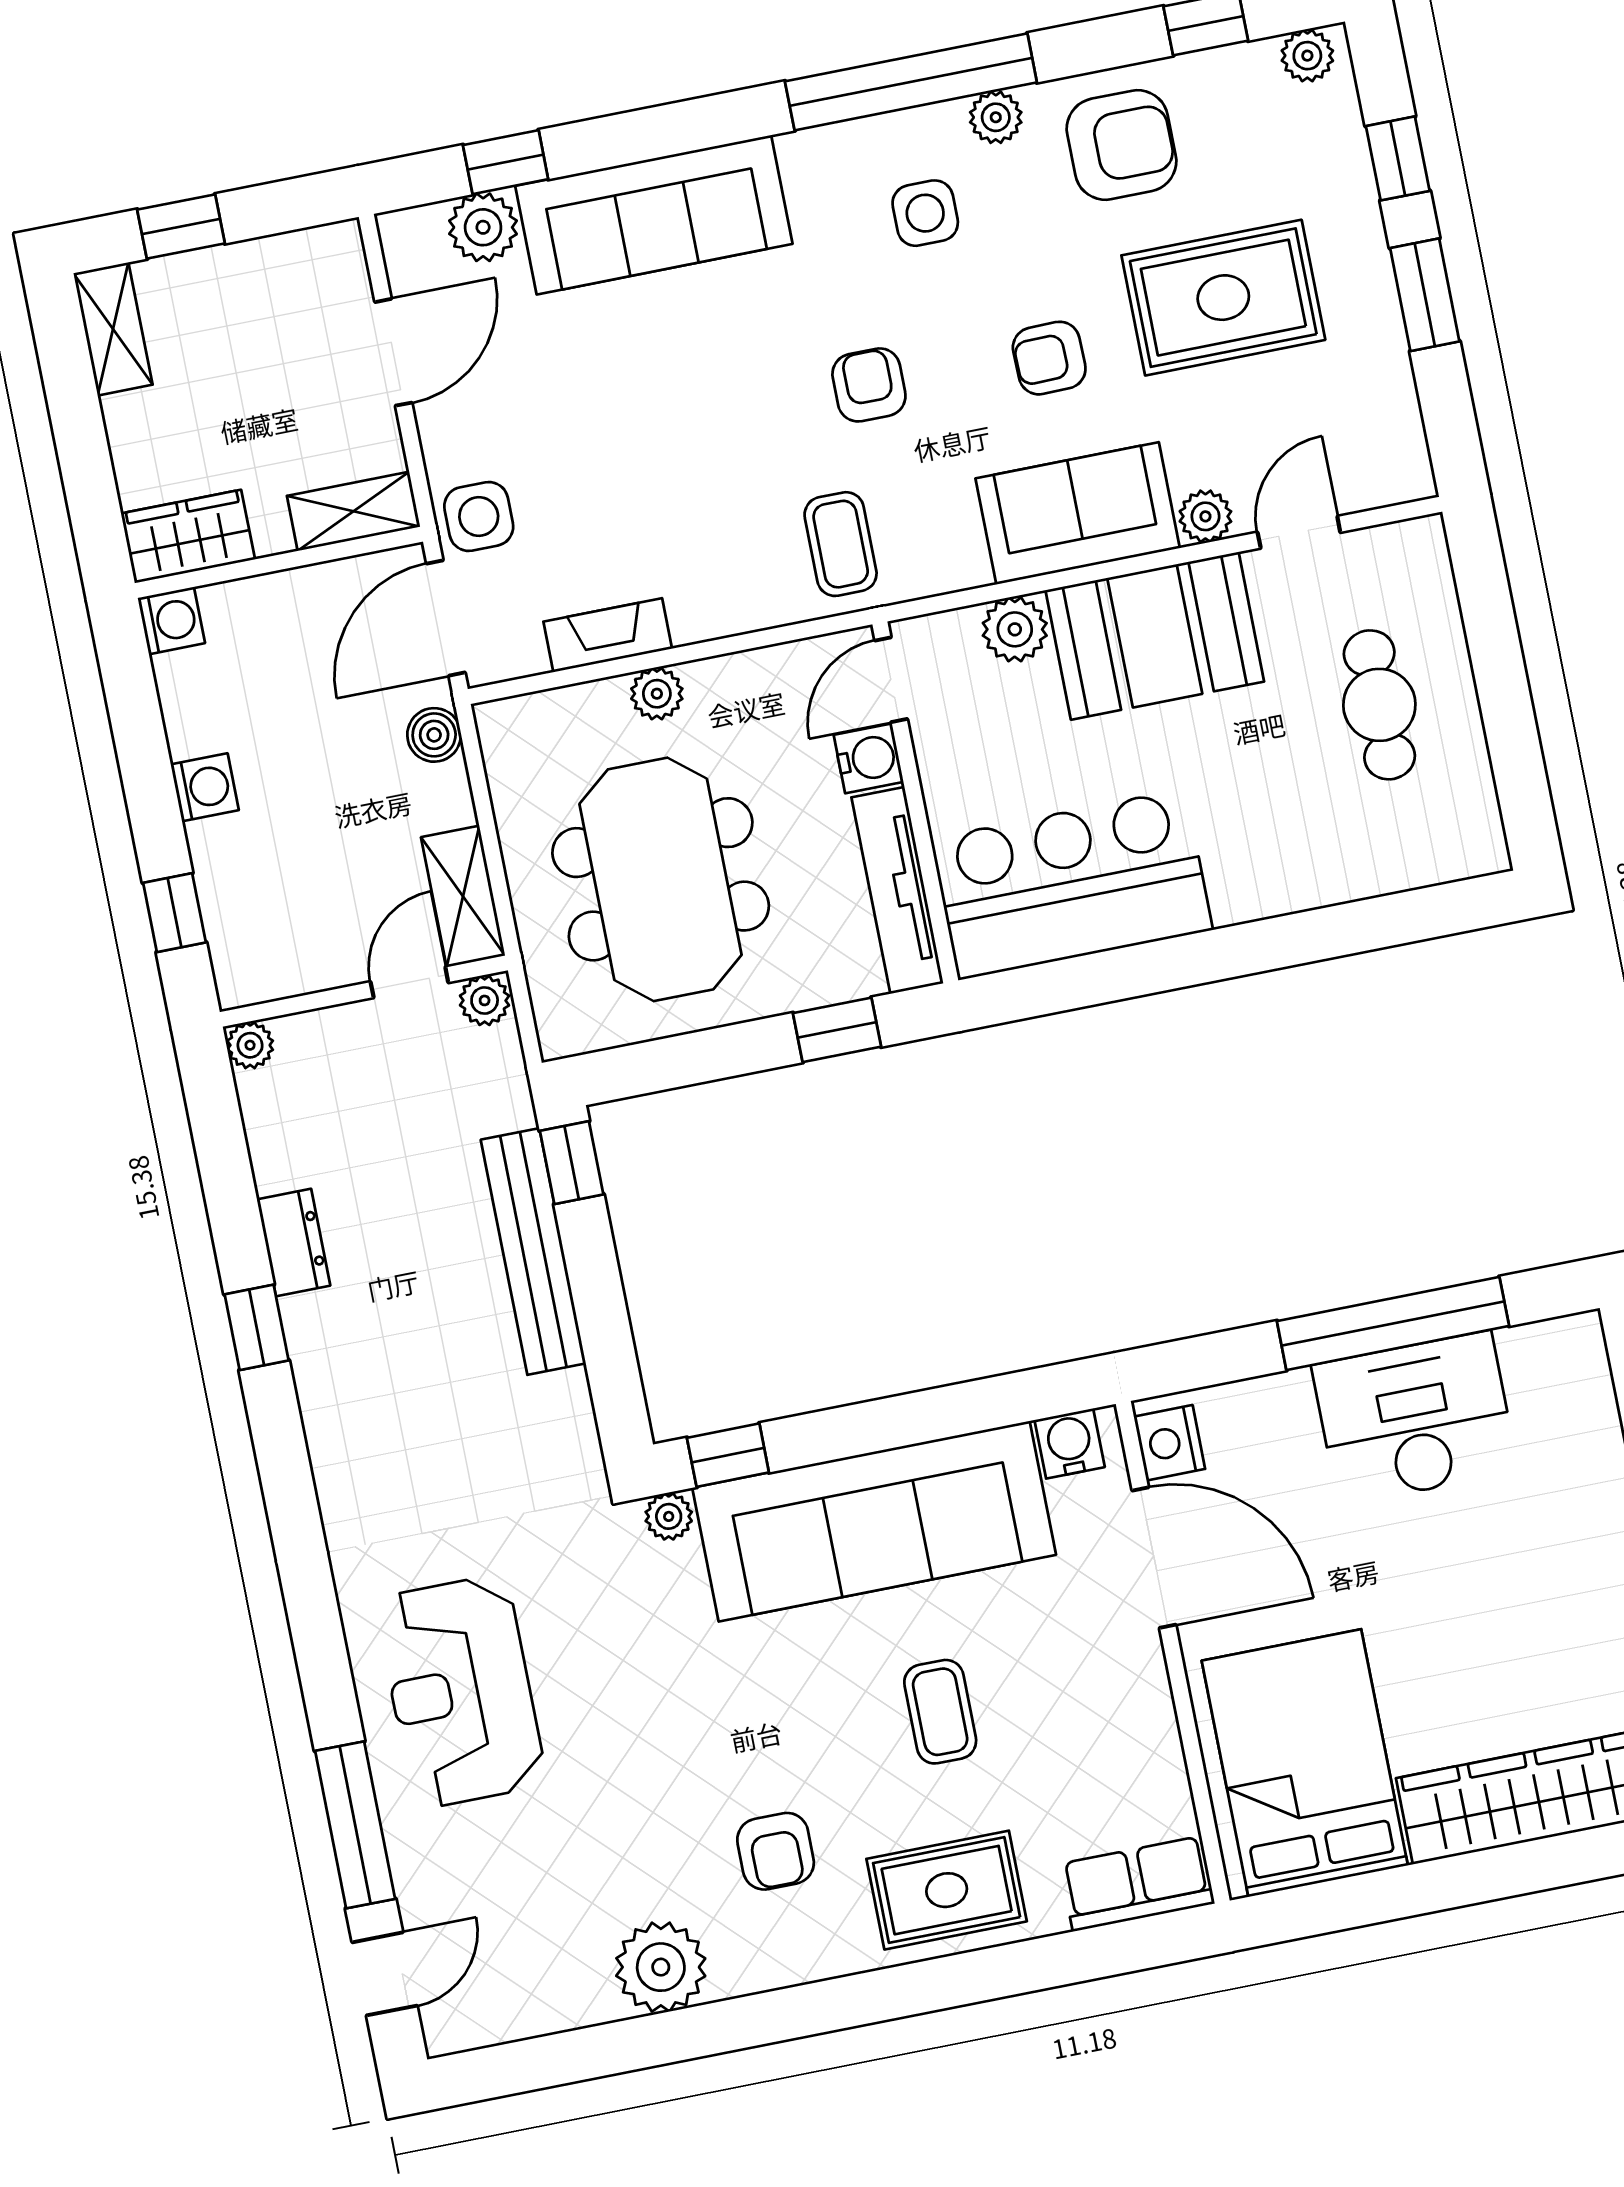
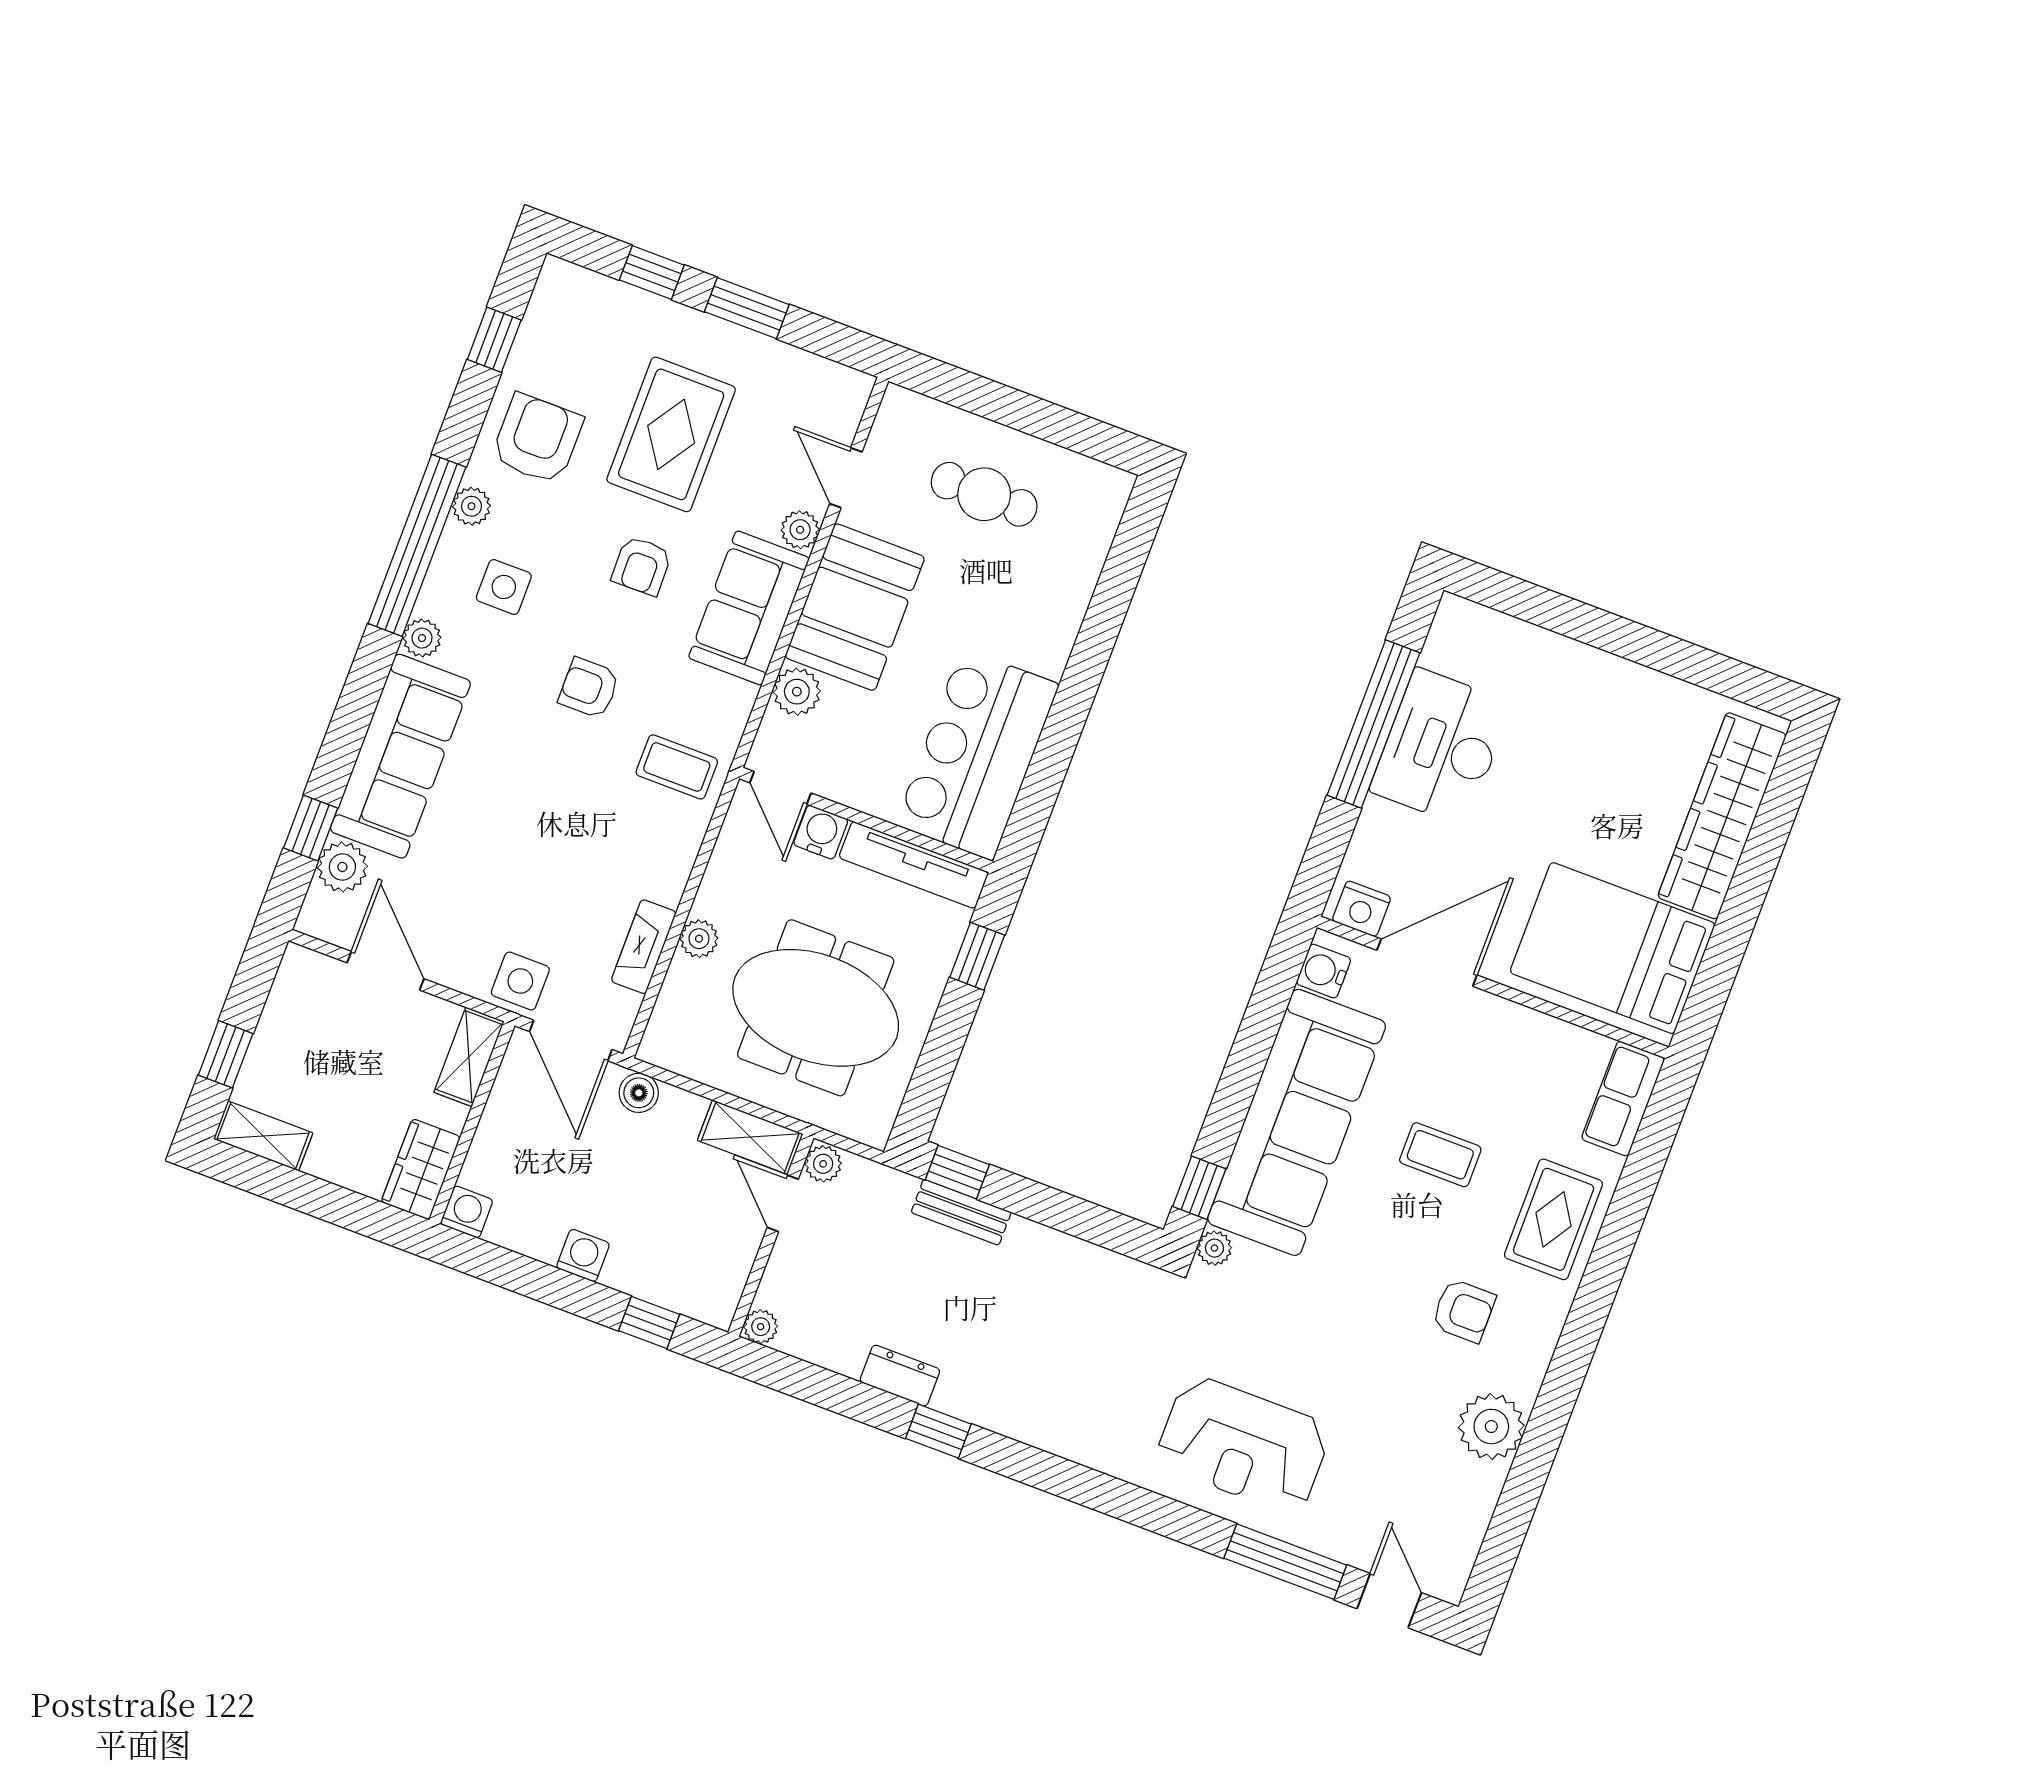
plant: (1307, 56) -> (422, 638), moved
bench: (533, 1252) -> (961, 1212), width x0.54, depth x0.82

